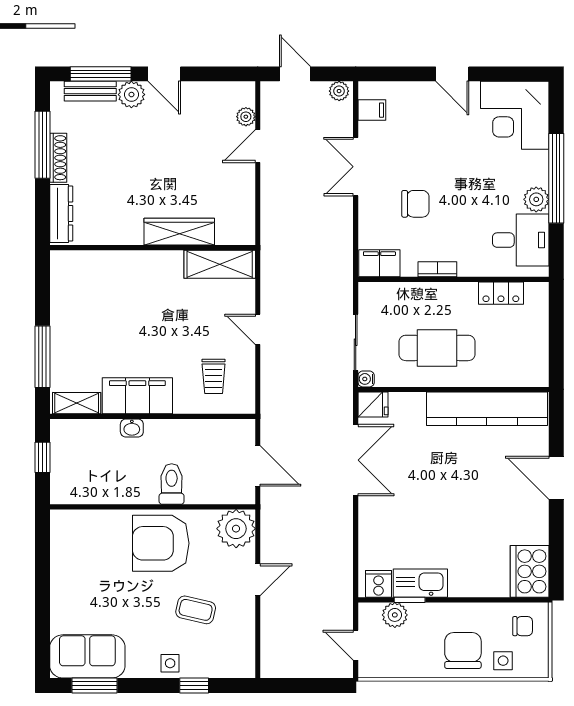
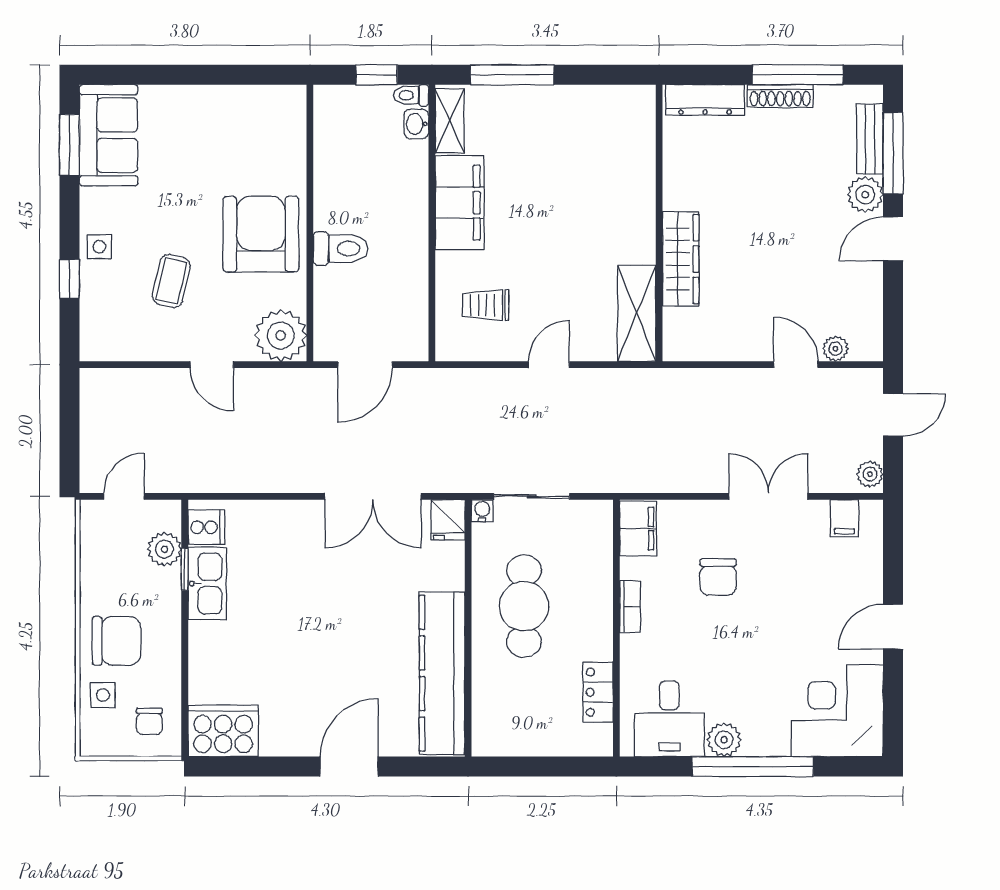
washbasin: (132, 428) -> (416, 124), moved
toilet: (58, 432) -> (411, 95), added

